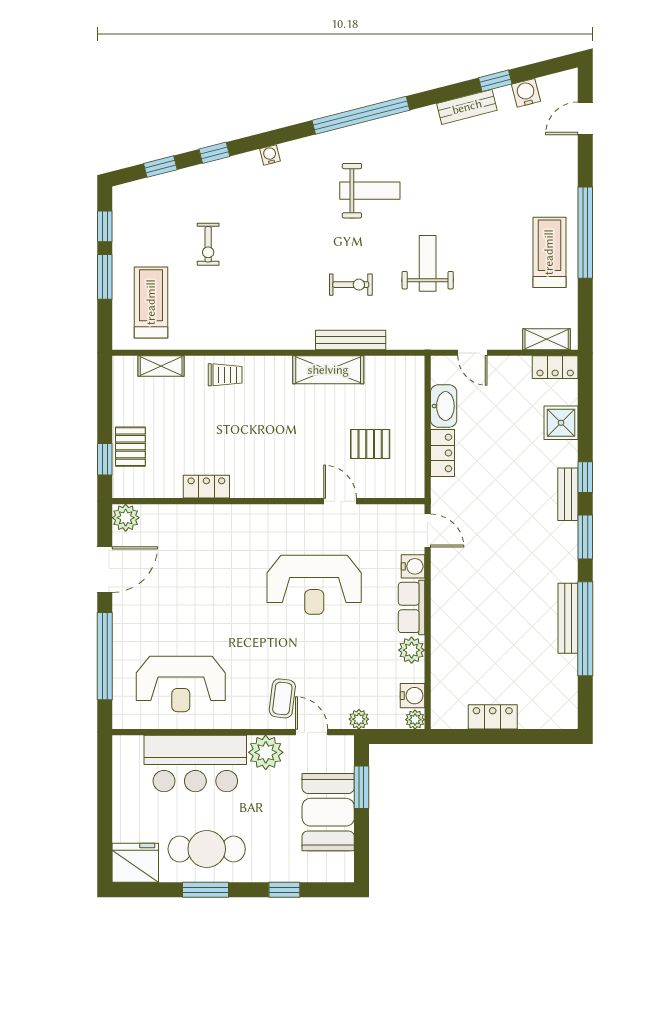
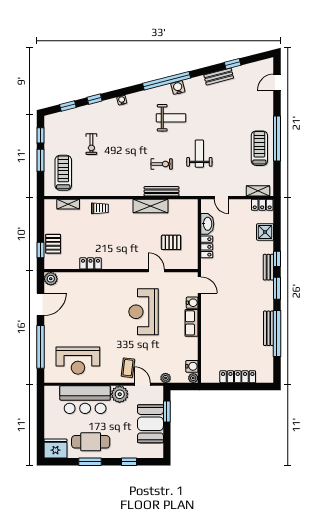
water cooler: (526, 93) -> (178, 88), moved
reception desk: (314, 585) -> (144, 312), turned 90
plant: (412, 650) -> (191, 344), removed
locker: (493, 717) -> (238, 377), width x1.53

